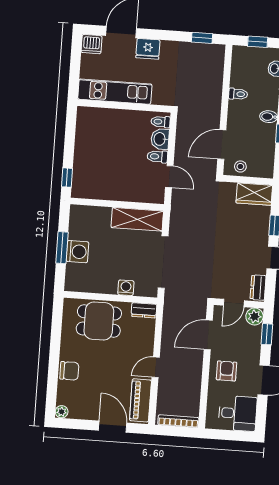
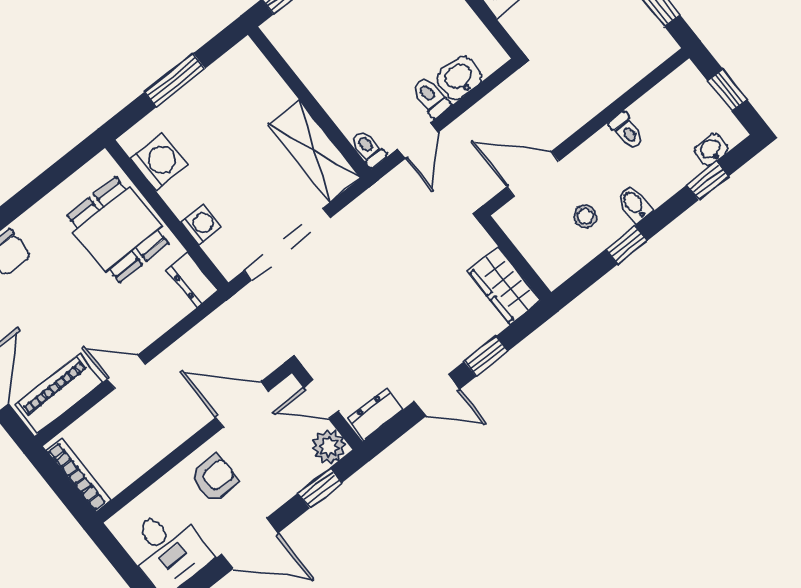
toilet: (161, 122) -> (368, 148), moved
stool: (240, 167) -> (585, 216), moved
washing machine: (77, 252) -> (159, 162), moved, turned -90

